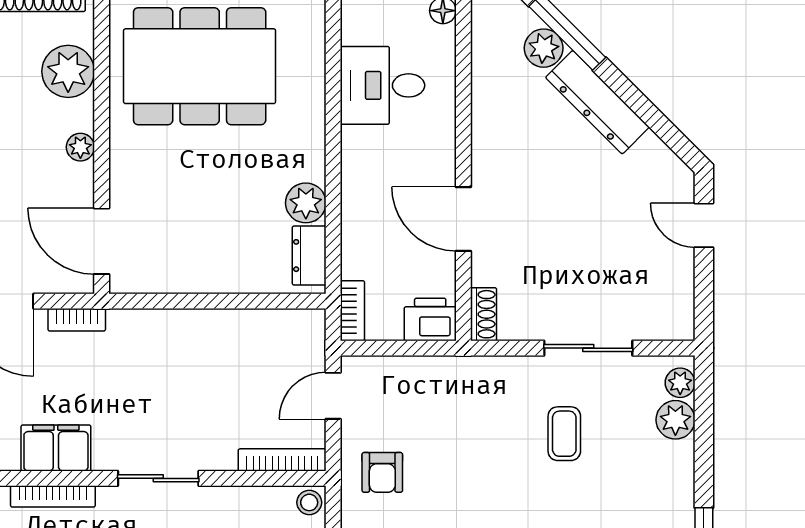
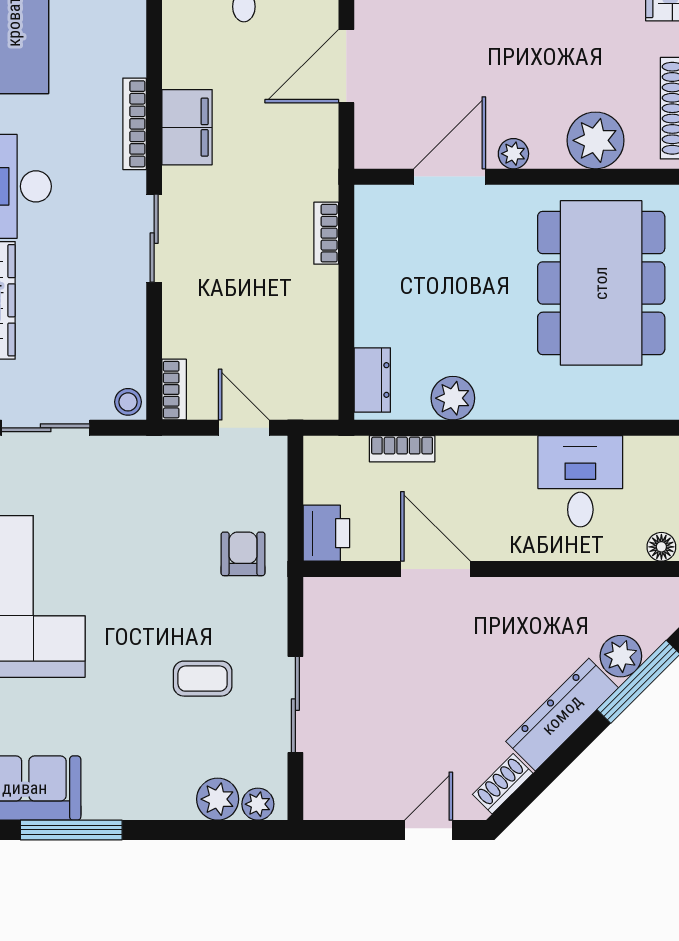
door: (463, 219) -> (435, 569), hinge flipped
door: (102, 241) -> (450, 177), moved
dresser: (309, 256) -> (372, 380), moved, turned 90
bookcase: (352, 311) -> (402, 449), moved
shoe rack: (484, 314) -> (503, 784), moved, turned 135
bookcase: (77, 320) -> (326, 233), moved
bookcase: (282, 460) -> (174, 390), width x0.64
armchair: (382, 472) -> (243, 554), moved, turned 90

